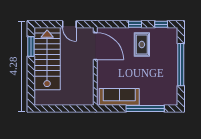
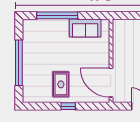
window: (161, 24) -> (40, 106), removed
sofa: (119, 97) -> (85, 28), width x0.73

